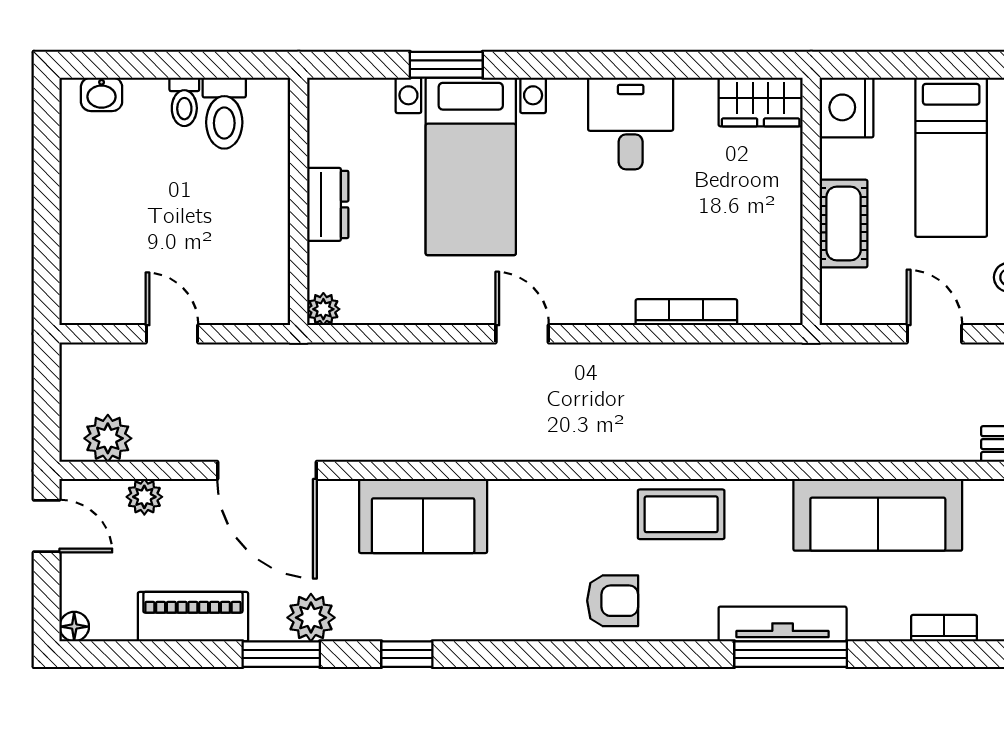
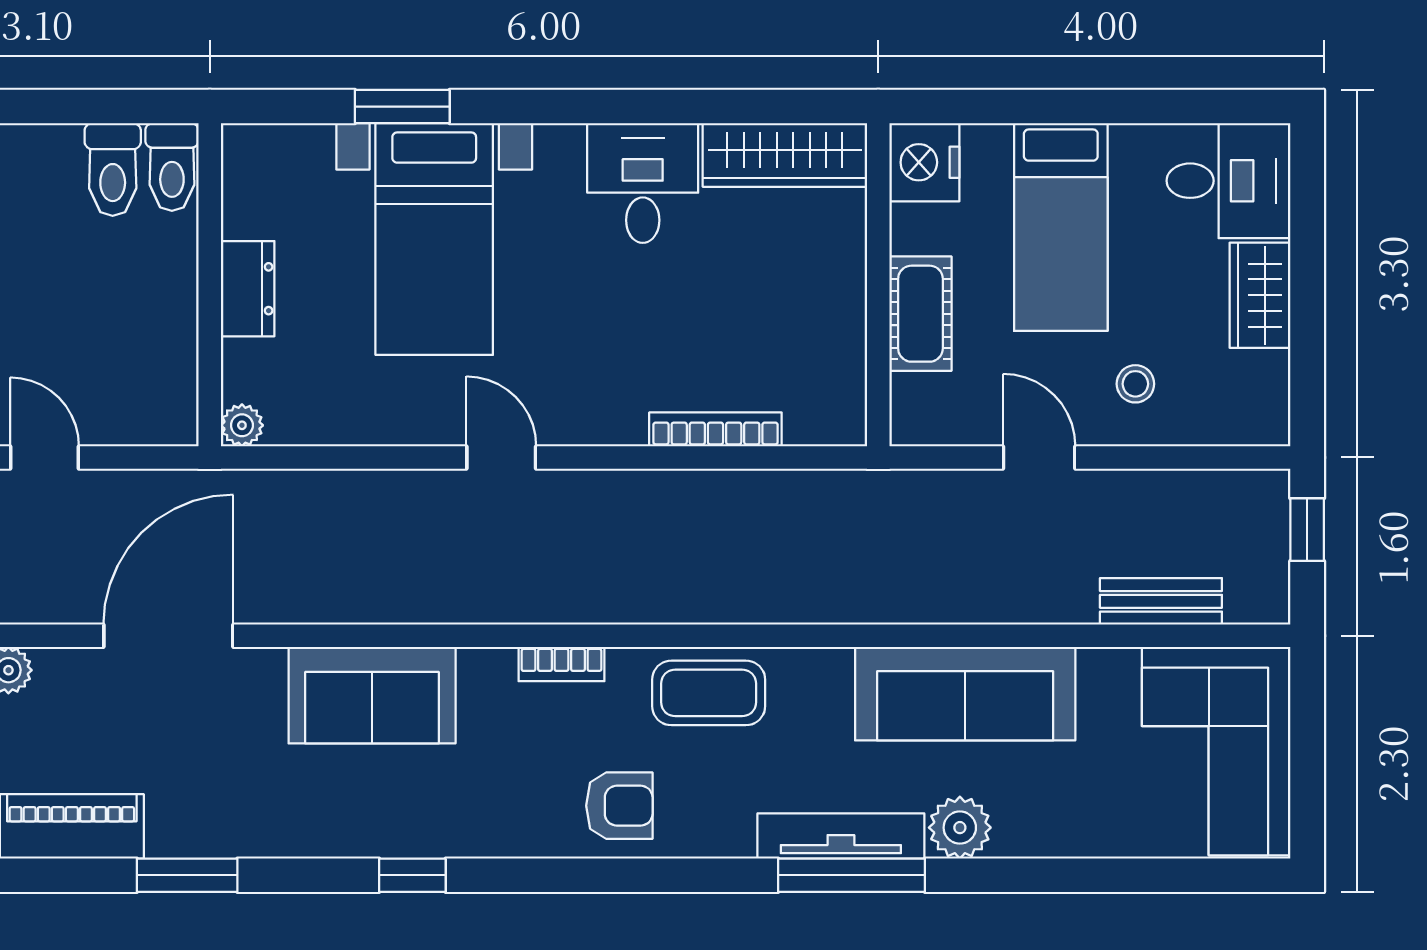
toilet: (184, 102) -> (172, 167), moved, width x1.37, depth x1.39
wardrobe: (761, 102) -> (785, 155), width x1.50
door: (267, 470) -> (168, 636), swing flipped
plant: (311, 618) -> (960, 828), moved
bookcase: (944, 628) -> (561, 664), moved, turned 180
window: (407, 654) -> (412, 875), moved

